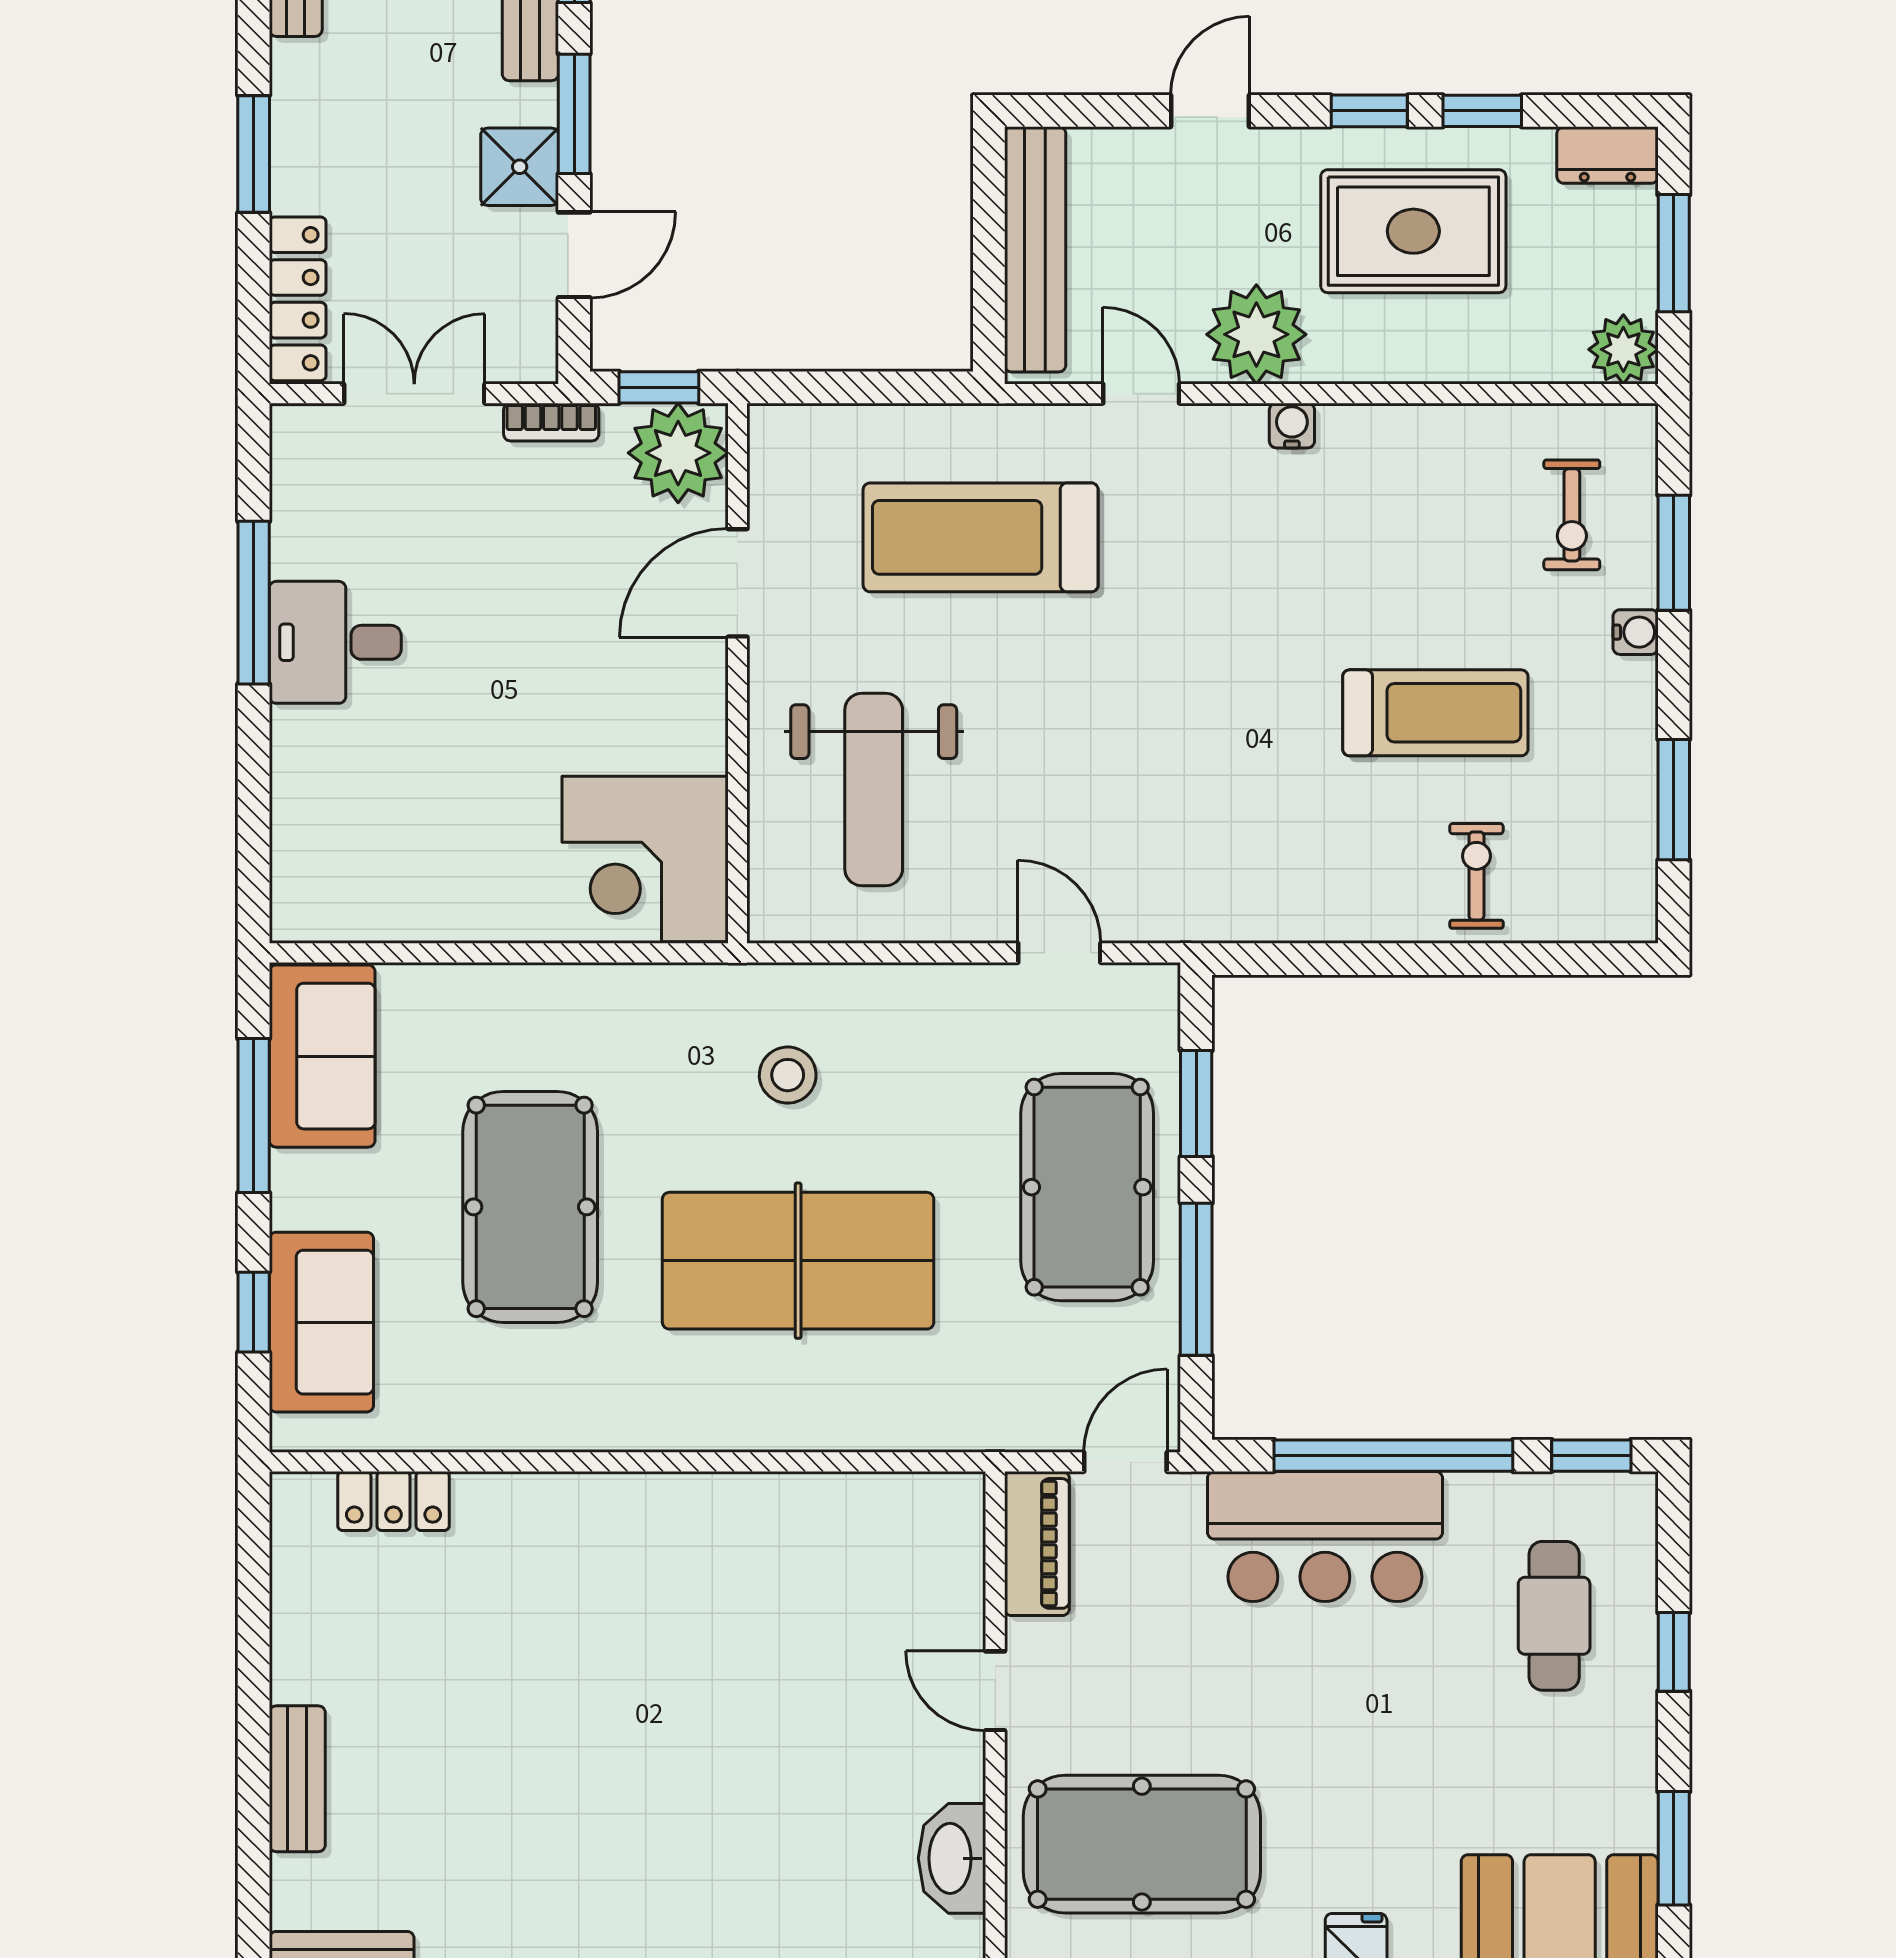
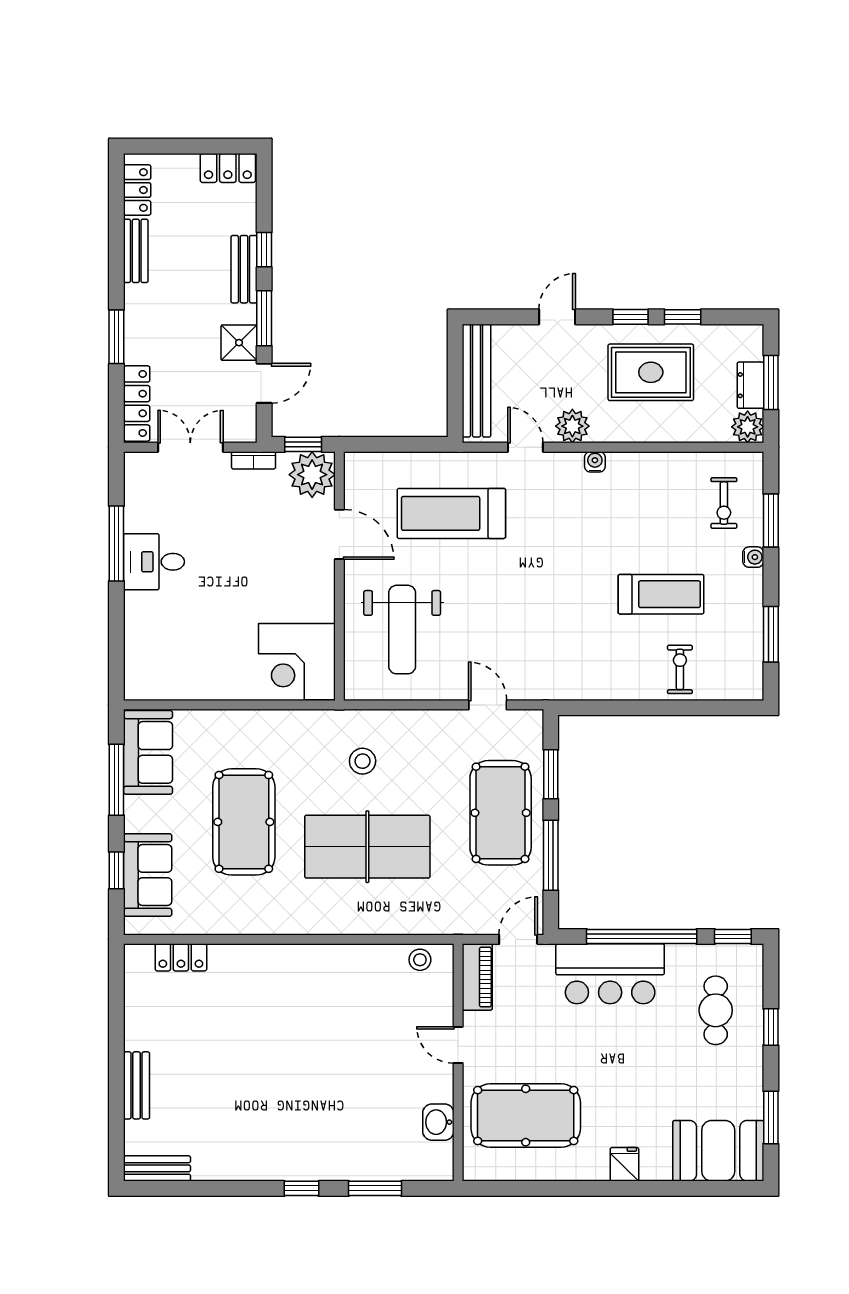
dresser: (1608, 155) -> (750, 385), moved, turned 90
plant: (1256, 334) -> (572, 426), width x0.73, depth x0.73
door: (737, 583) -> (339, 534), swing flipped
stool: (912, 1506) -> (420, 960), added
washbasin: (952, 1858) -> (438, 1122), width x0.72

